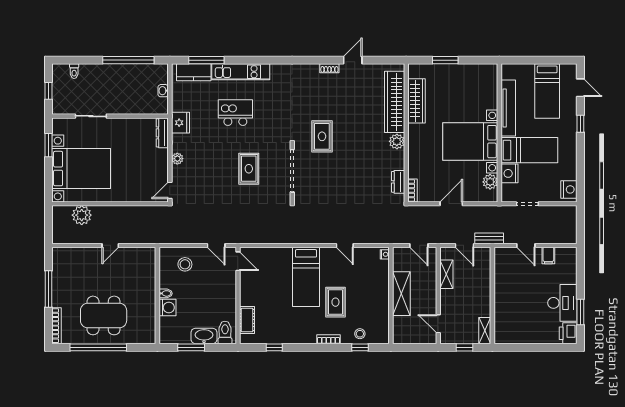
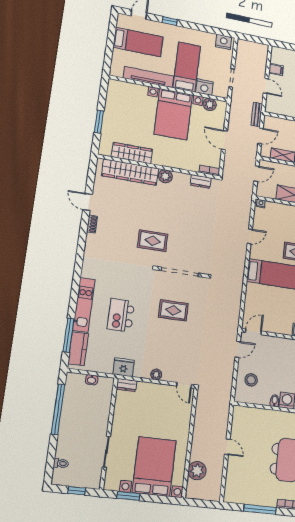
dresser: (162, 133) -> (127, 385), width x0.70
door: (526, 245) -> (266, 86), hinge flipped

